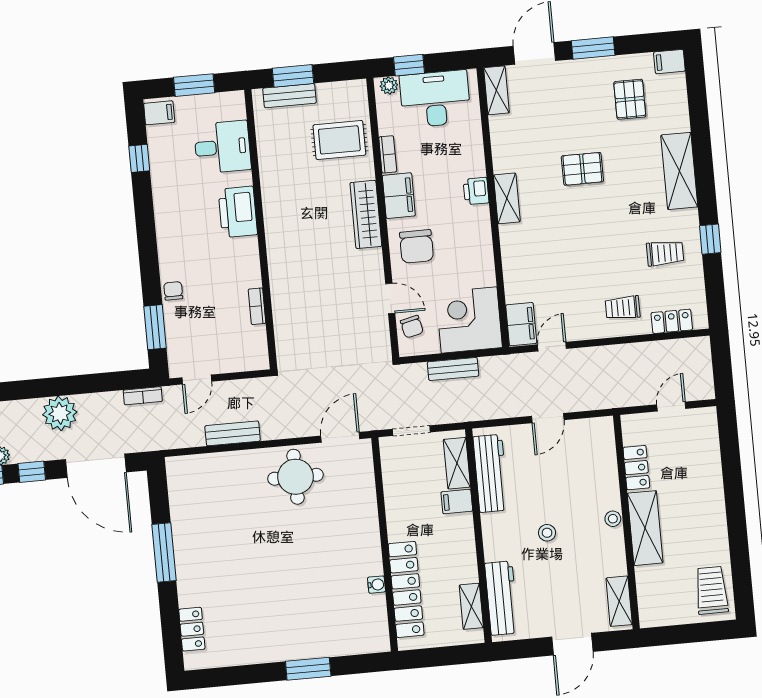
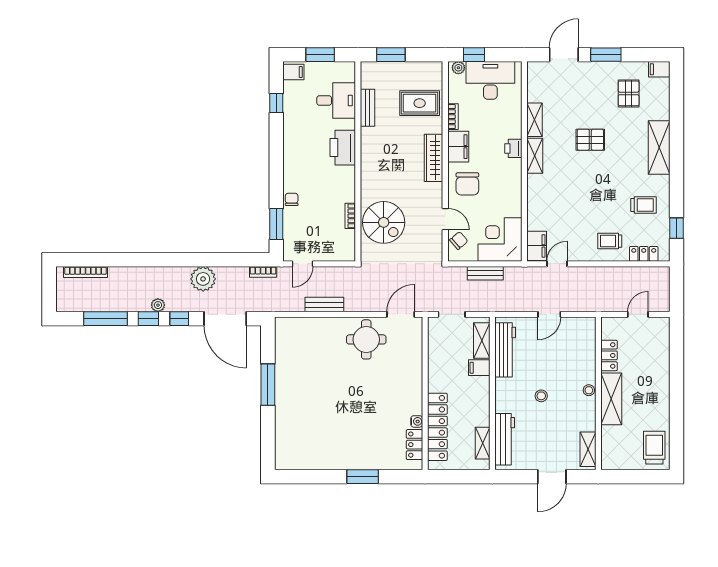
shelving: (496, 90) -> (534, 120), moved
bench: (289, 96) -> (367, 108), moved, turned 90
window: (710, 239) -> (677, 228), moved
spiral stairs: (305, 311) -> (384, 222), added
chair: (412, 327) -> (459, 241), turned -118
locker: (192, 629) -> (414, 445), moved, turned 180

